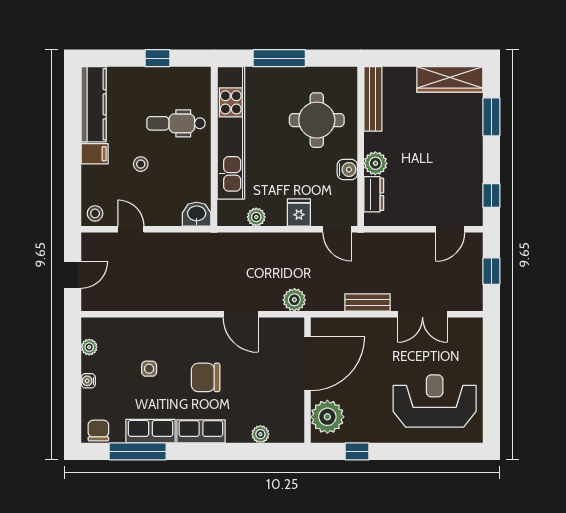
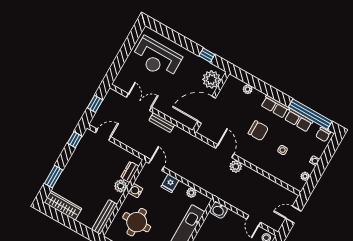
plant: (294, 300) -> (236, 166), moved
window: (138, 451) -> (310, 114), width x1.46

